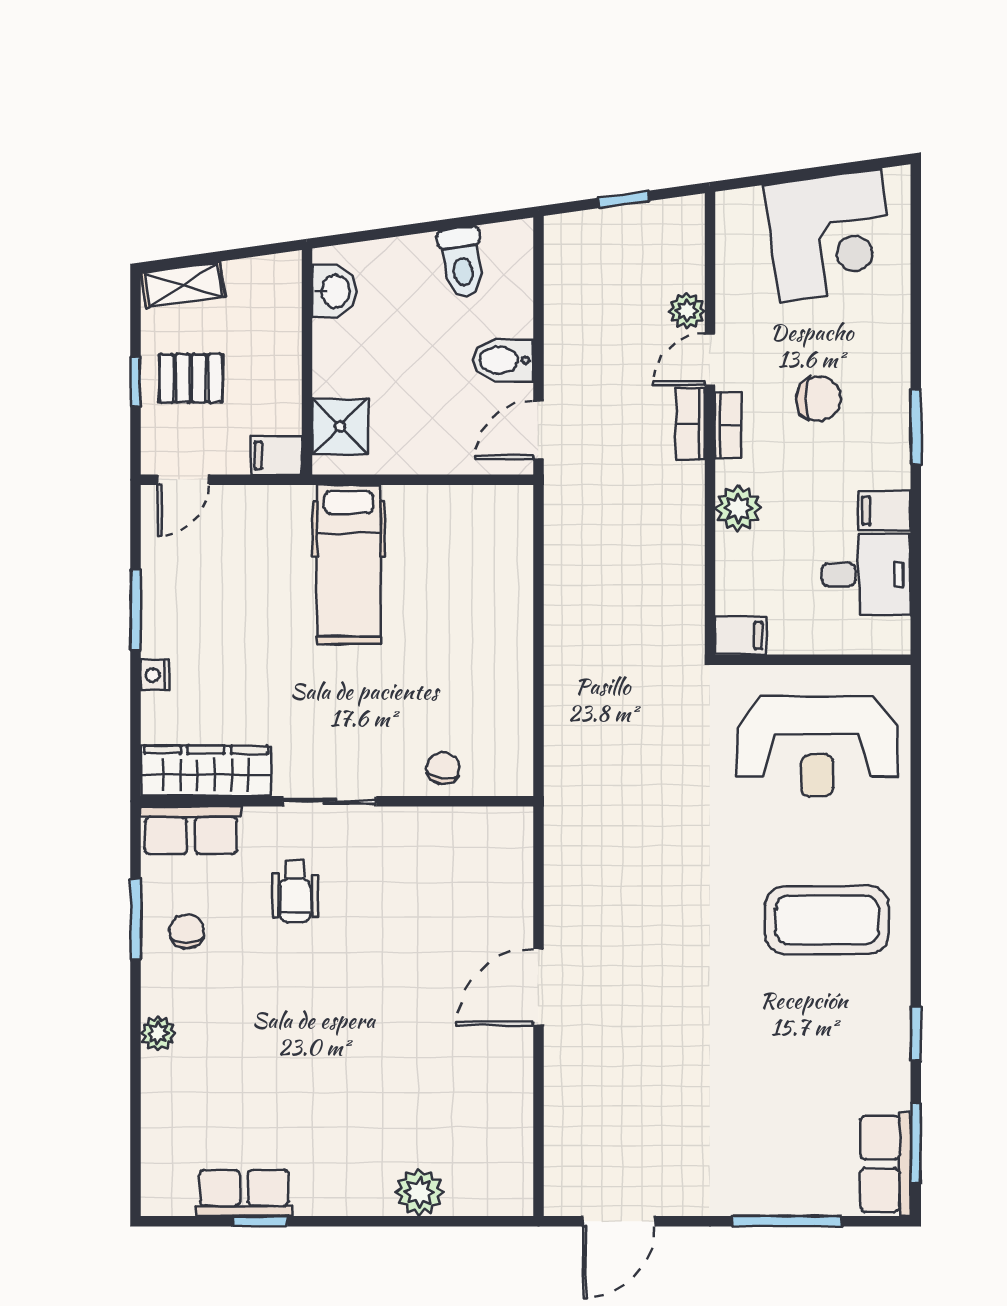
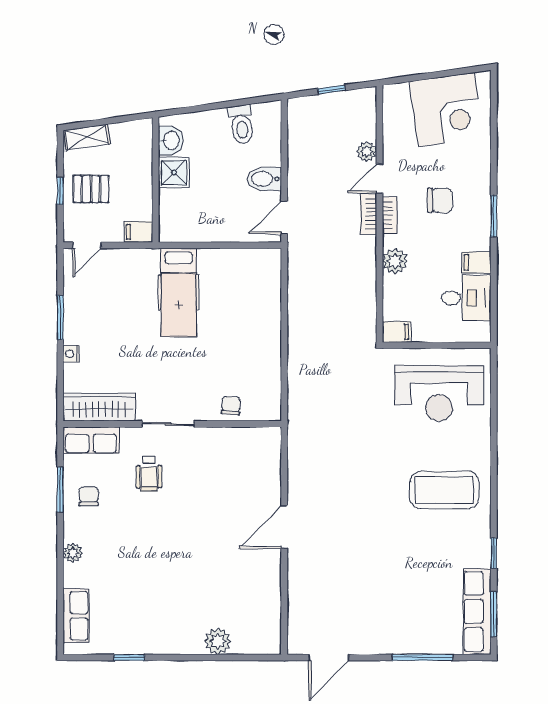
shower: (340, 426) -> (174, 172), moved
row of seats: (885, 1164) -> (477, 612), width x1.48
row of seats: (244, 1193) -> (76, 616), moved, turned 90

